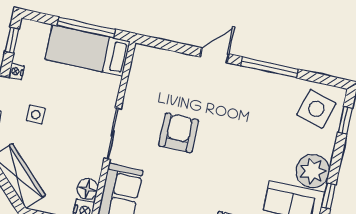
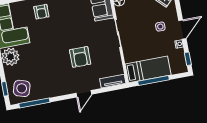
tv unit: (156, 56) -> (113, 81), added
window: (269, 67) -> (34, 103), moved
armchair: (179, 133) -> (80, 57), moved

